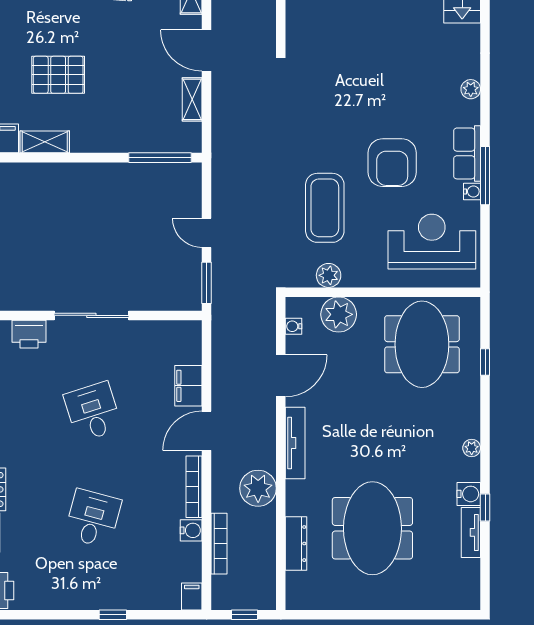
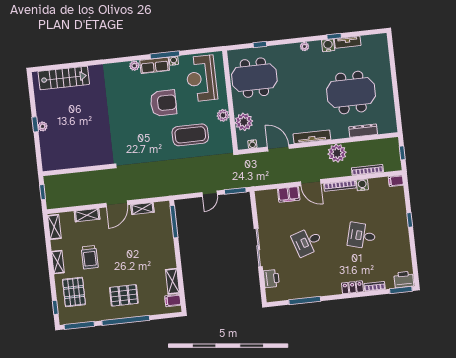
pallet: (58, 75) -> (124, 295), moved, turned 90
plant: (471, 89) -> (134, 66), moved
plant: (329, 275) -> (223, 115), moved

